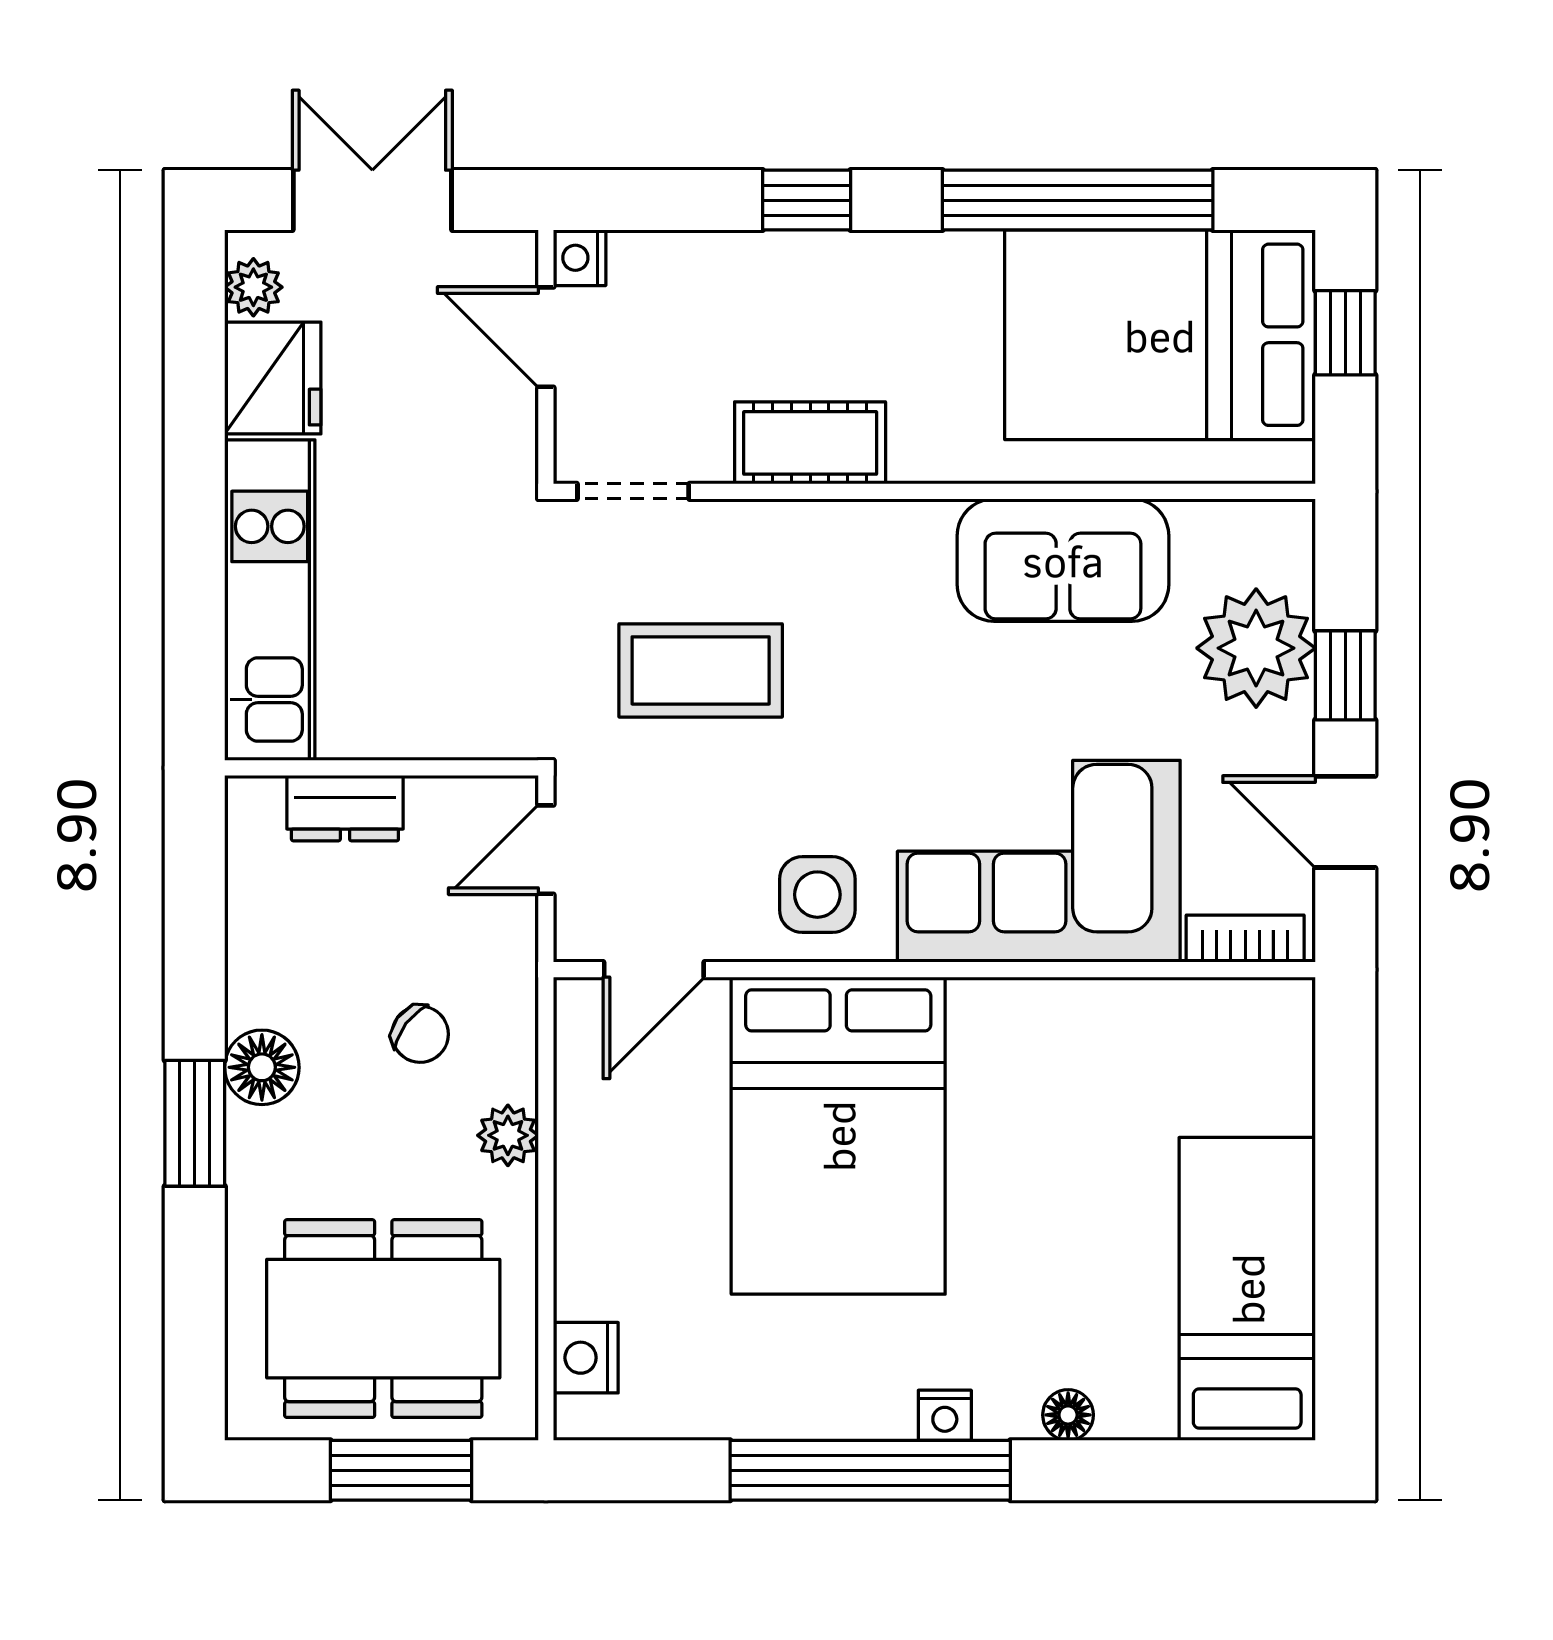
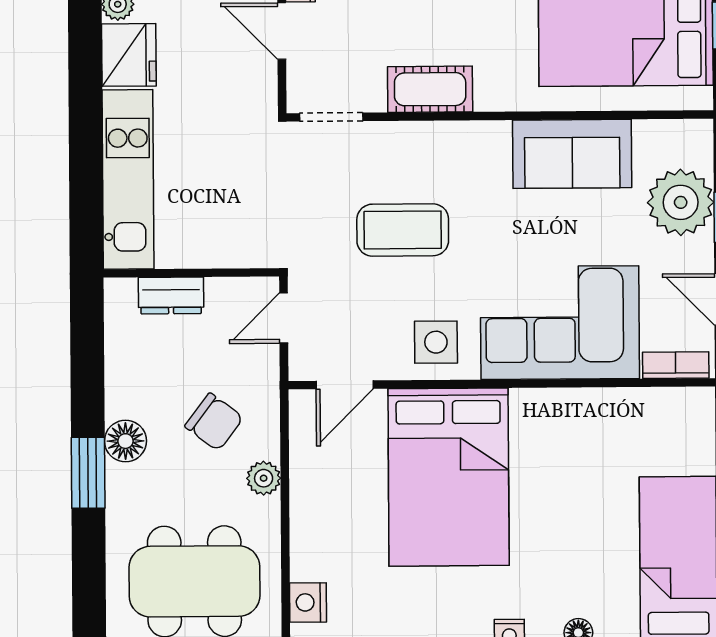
coffee table: (701, 670) -> (403, 230), moved
chair: (420, 1034) -> (214, 422), width x1.37, depth x1.37

